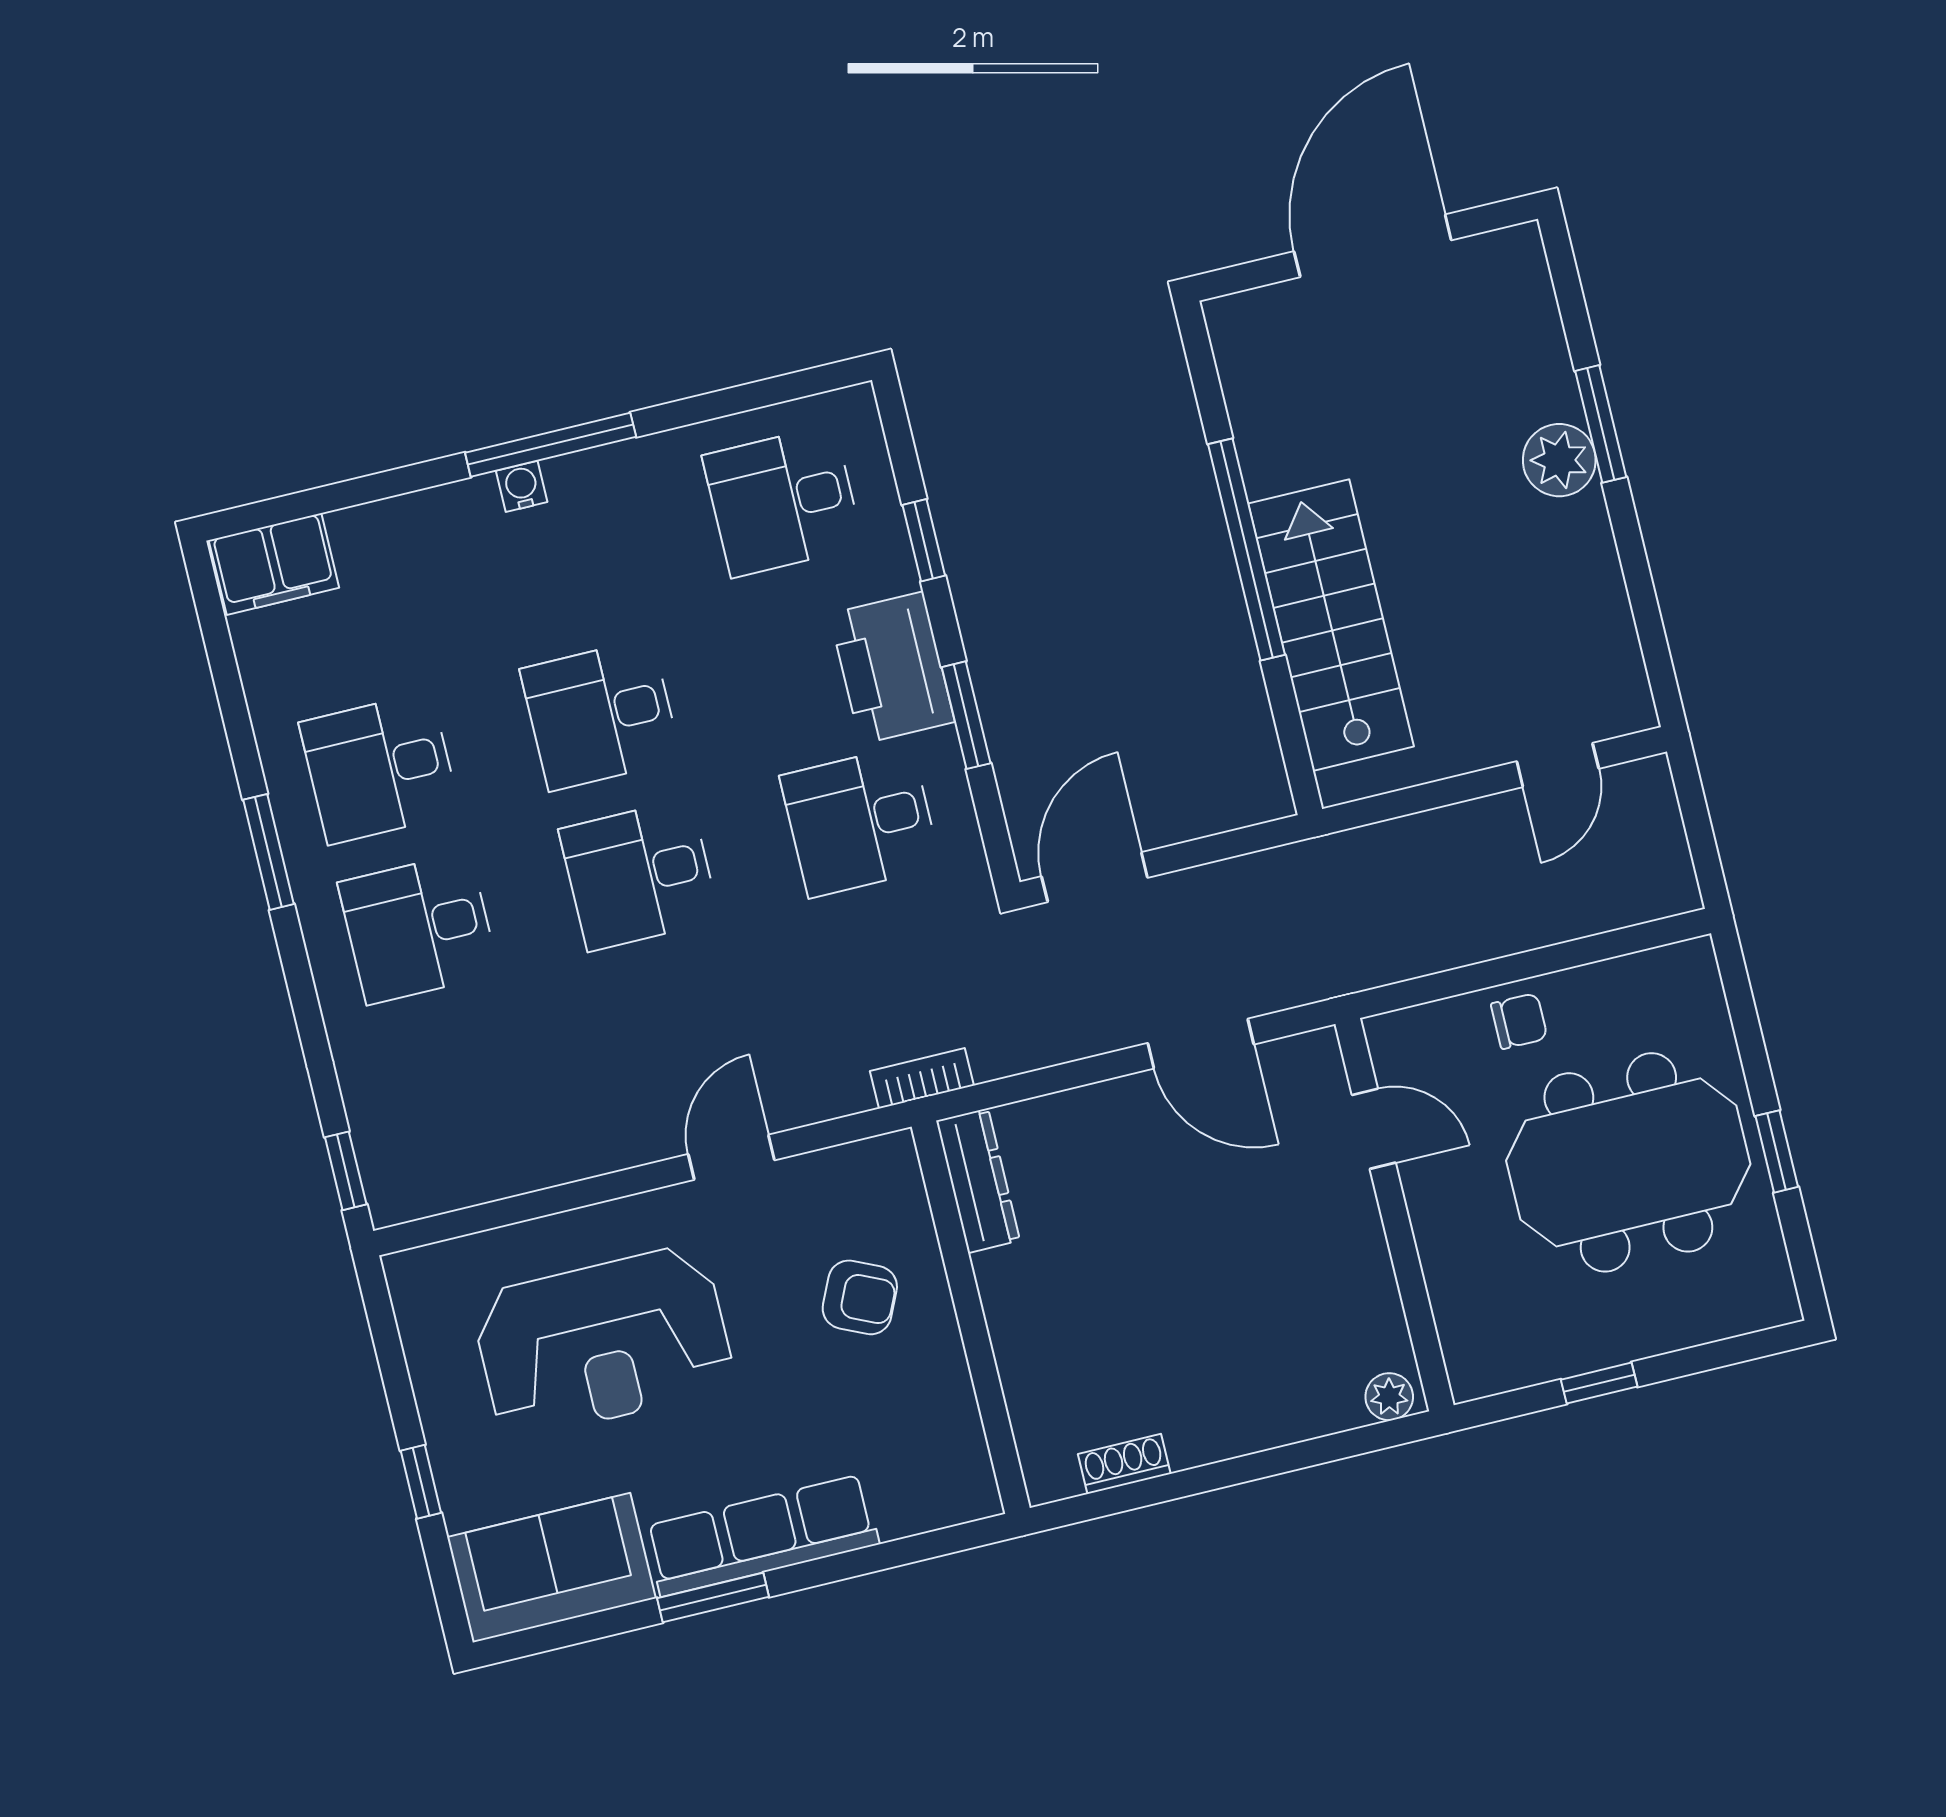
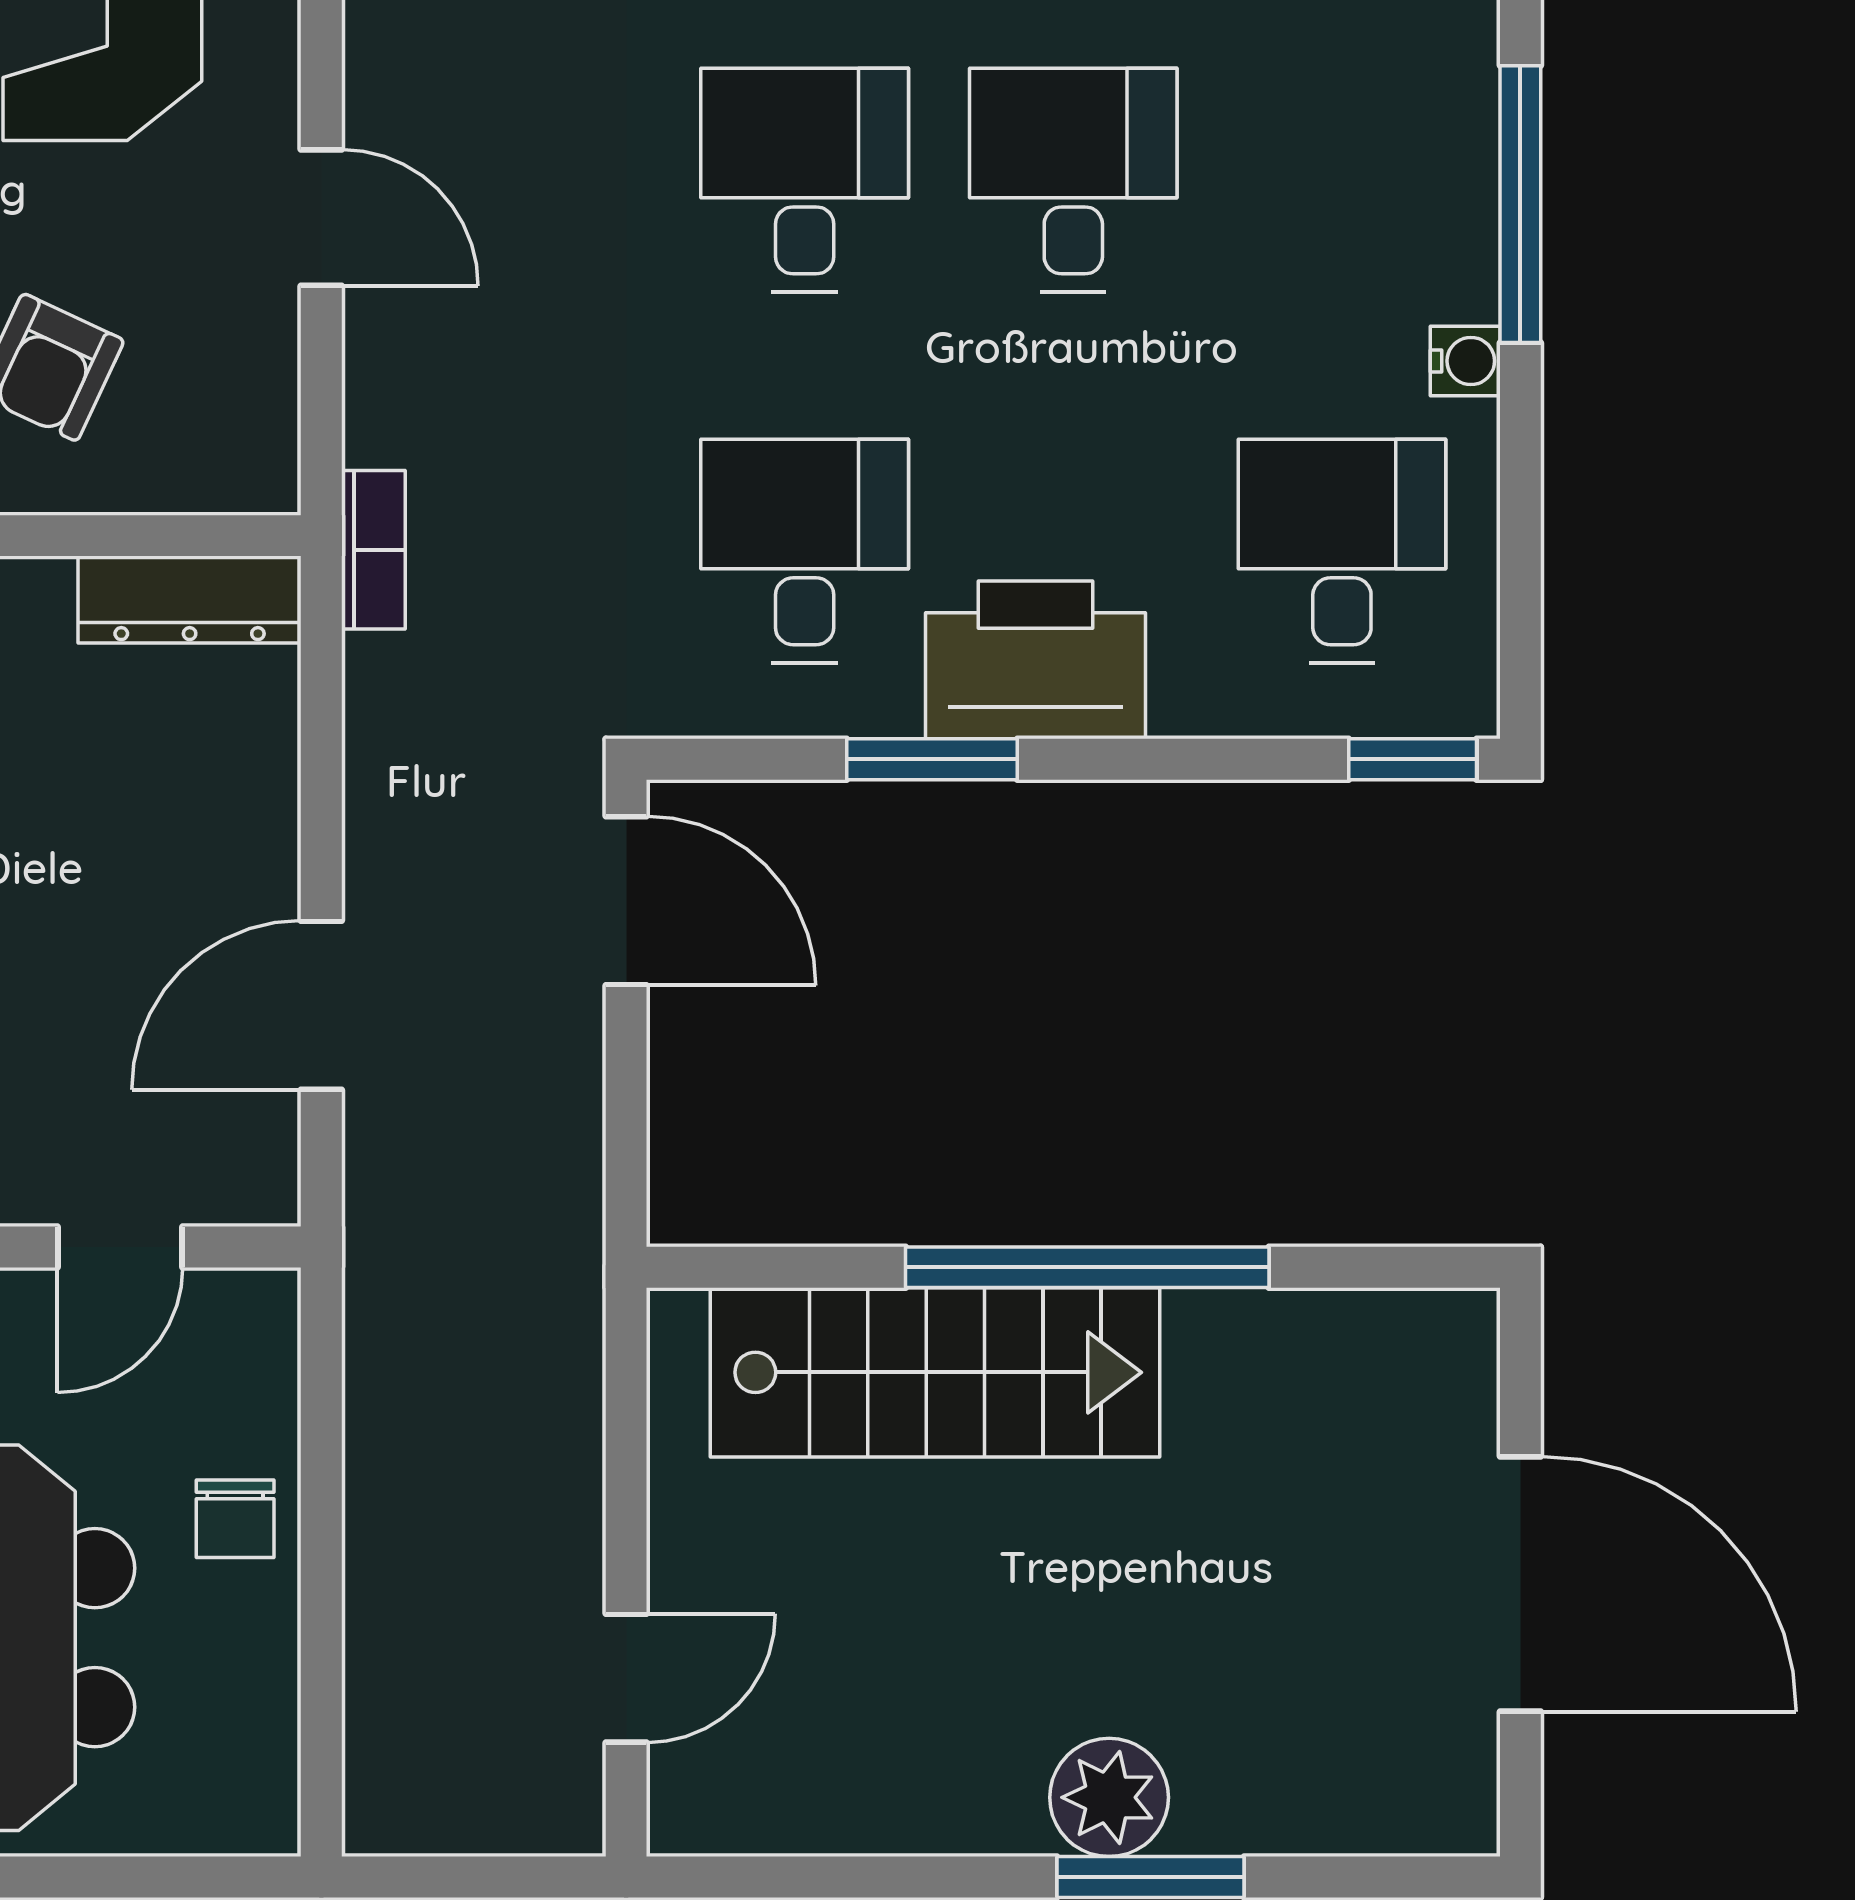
water cooler: (522, 486) -> (1465, 361), moved
window: (924, 540) -> (1413, 759), moved
door: (1558, 765) -> (626, 1678), swing flipped

